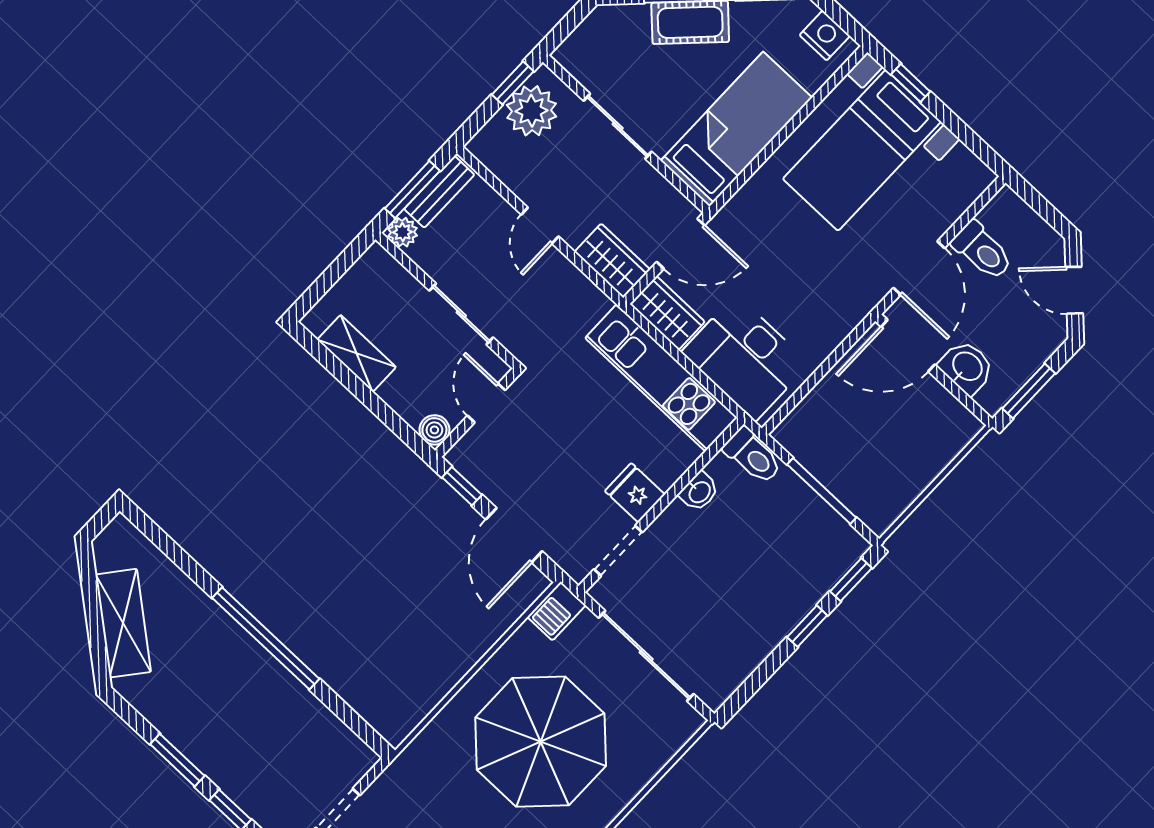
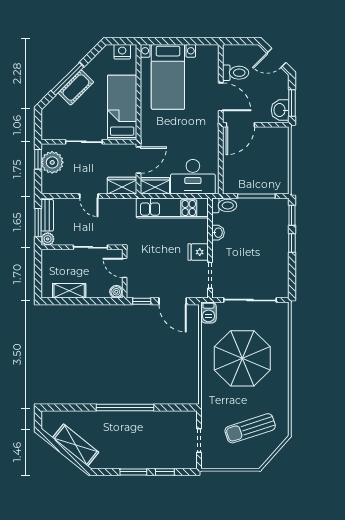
window: (911, 83) -> (163, 41), removed
washbasin: (967, 367) -> (280, 110), moved, turned -90

